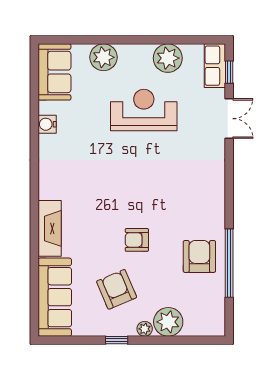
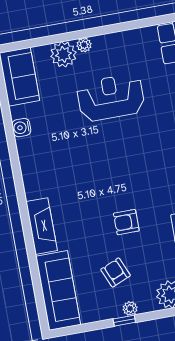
plant: (168, 58) -> (84, 45), moved, width x0.53, depth x0.53
armchair: (117, 289) -> (116, 272), width x0.72, depth x0.72
plant: (145, 329) -> (130, 308), moved

